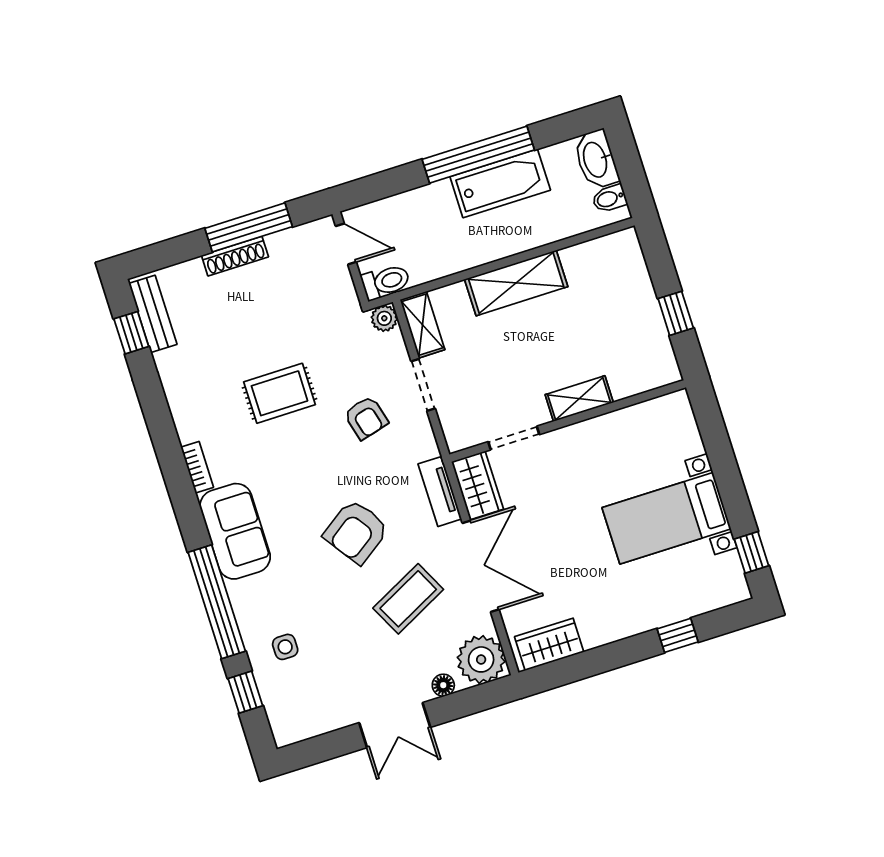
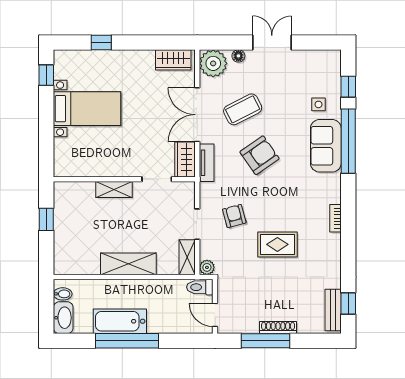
sofa: (235, 531) -> (326, 146), moved

